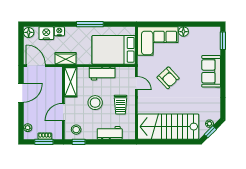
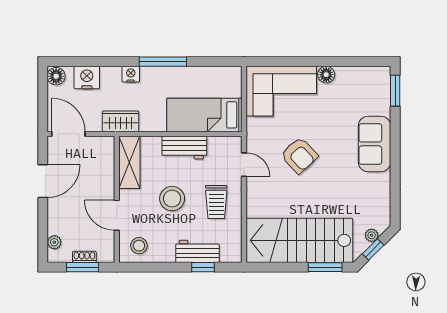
nightstand: (59, 31) -> (131, 74), moved
bed: (114, 50) -> (204, 115), width x0.67
door: (63, 112) -> (117, 215), hinge flipped
window: (79, 142) -> (203, 267), moved
window: (183, 142) -> (325, 267), added

